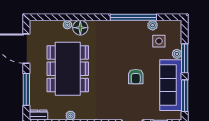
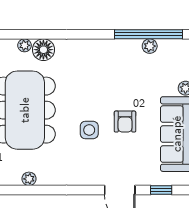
window: (133, 17) -> (149, 34), moved
side table: (159, 41) -> (89, 130), moved

